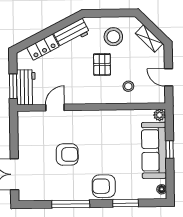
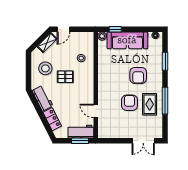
door: (169, 77) -> (63, 29), moved
window: (170, 149) -> (115, 29), moved
rug: (65, 182) -> (150, 104), added
armchair: (104, 186) -> (138, 75), moved

